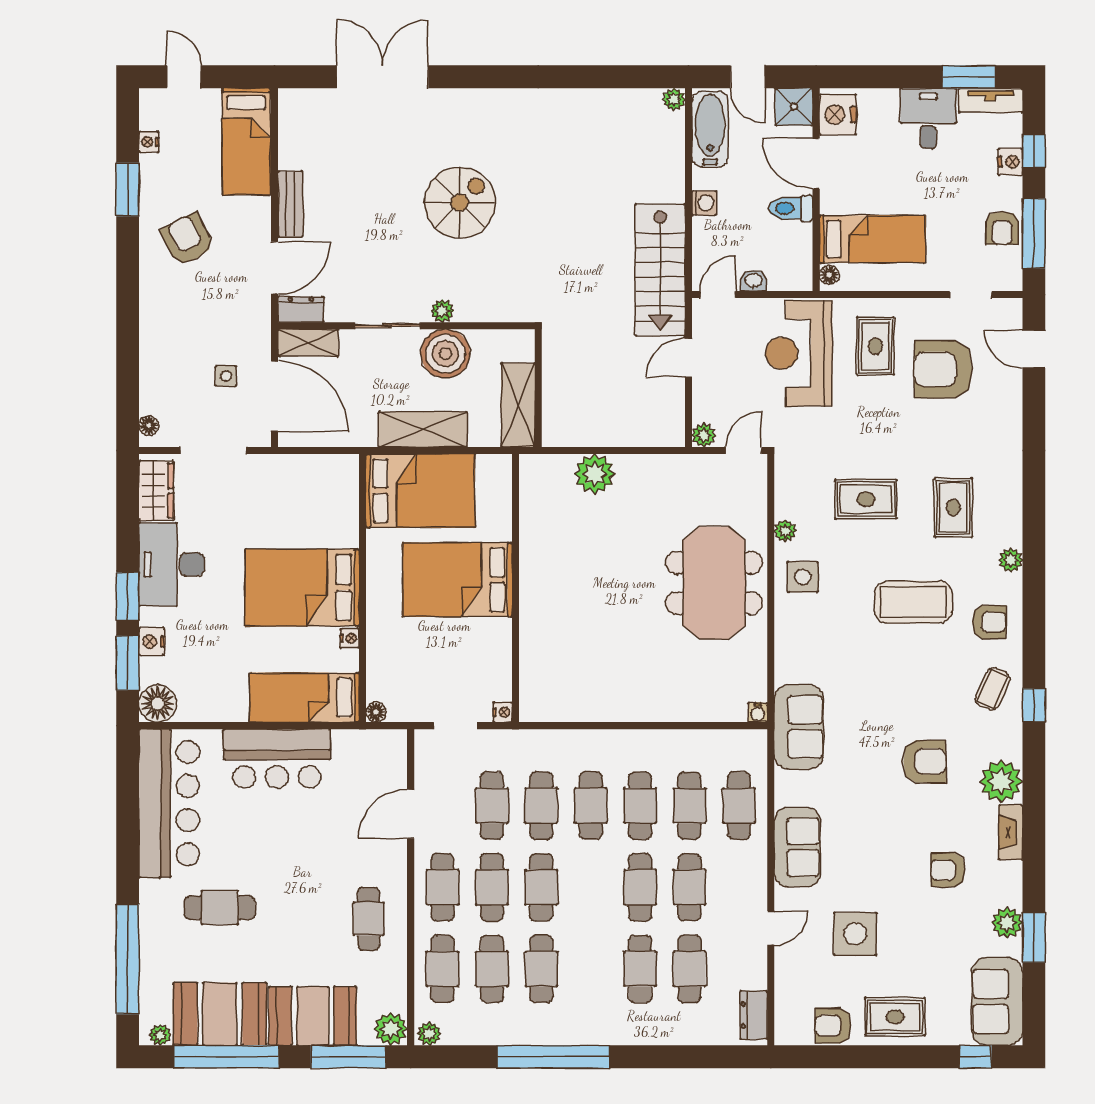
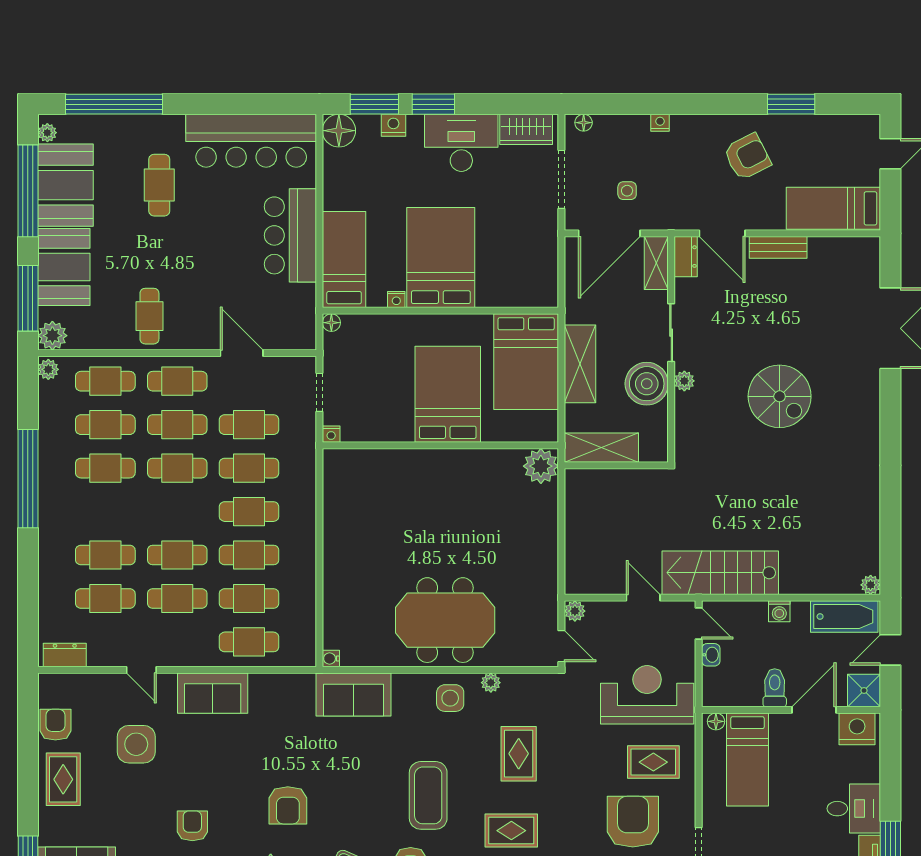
nightstand: (149, 142) -> (660, 123), moved
plant: (595, 474) -> (541, 466), moved
sofa: (799, 727) -> (353, 695), moved
cafe table: (369, 919) -> (149, 316), turned 90

